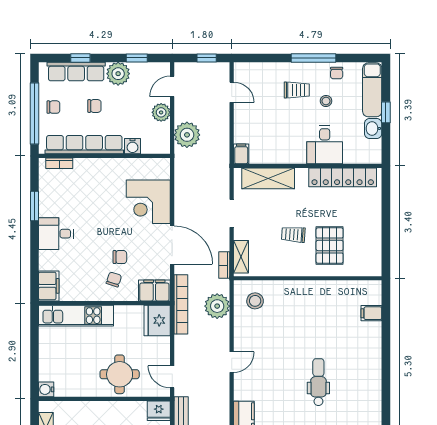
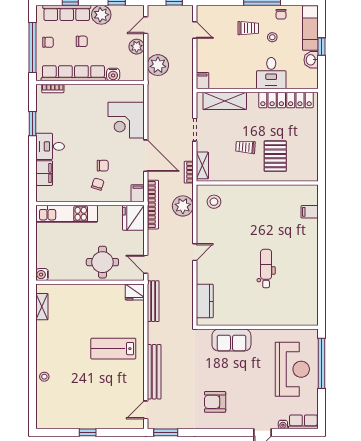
filing cabinet: (49, 286) -> (44, 173), moved
filing cabinet: (154, 291) -> (138, 193), width x0.50

